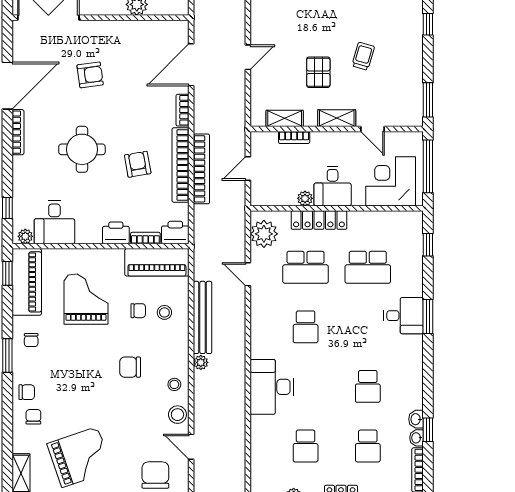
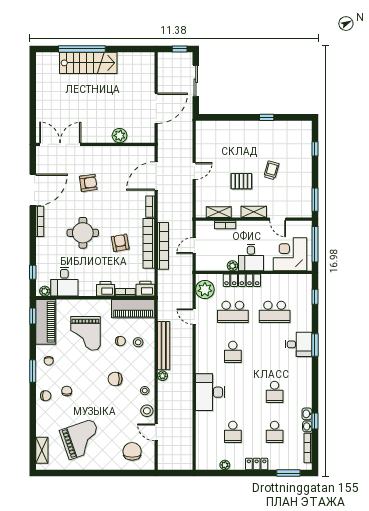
pallet: (318, 72) -> (241, 181), turned 90
grand piano: (86, 299) -> (85, 333), turned 180
chair: (33, 417) -> (67, 391), moved

